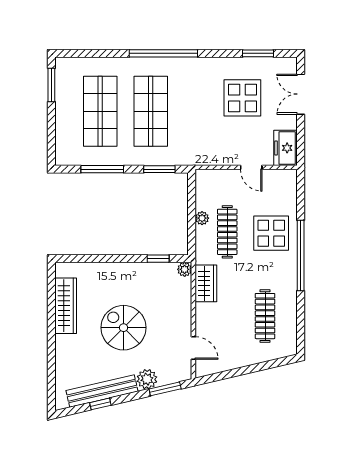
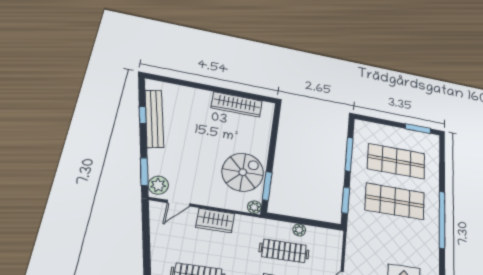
window: (158, 259) -> (267, 186), width x1.50
wardrobe: (206, 283) -> (215, 221), moved
spiral stairs: (124, 328) -> (243, 172), moved
plant: (147, 379) -> (158, 185), moved

